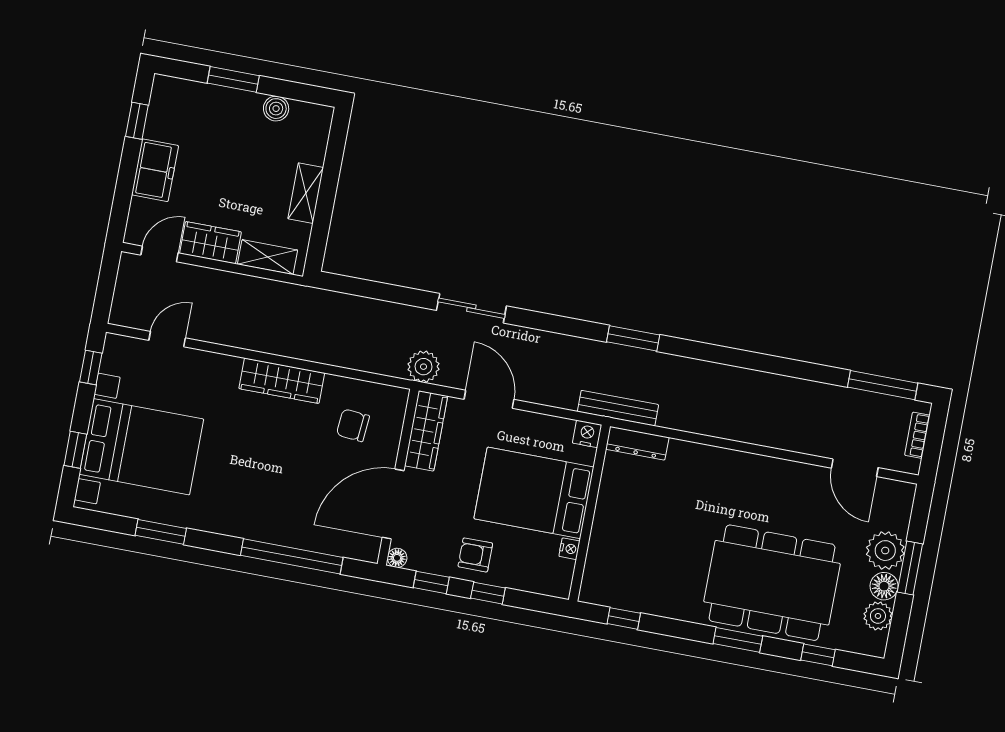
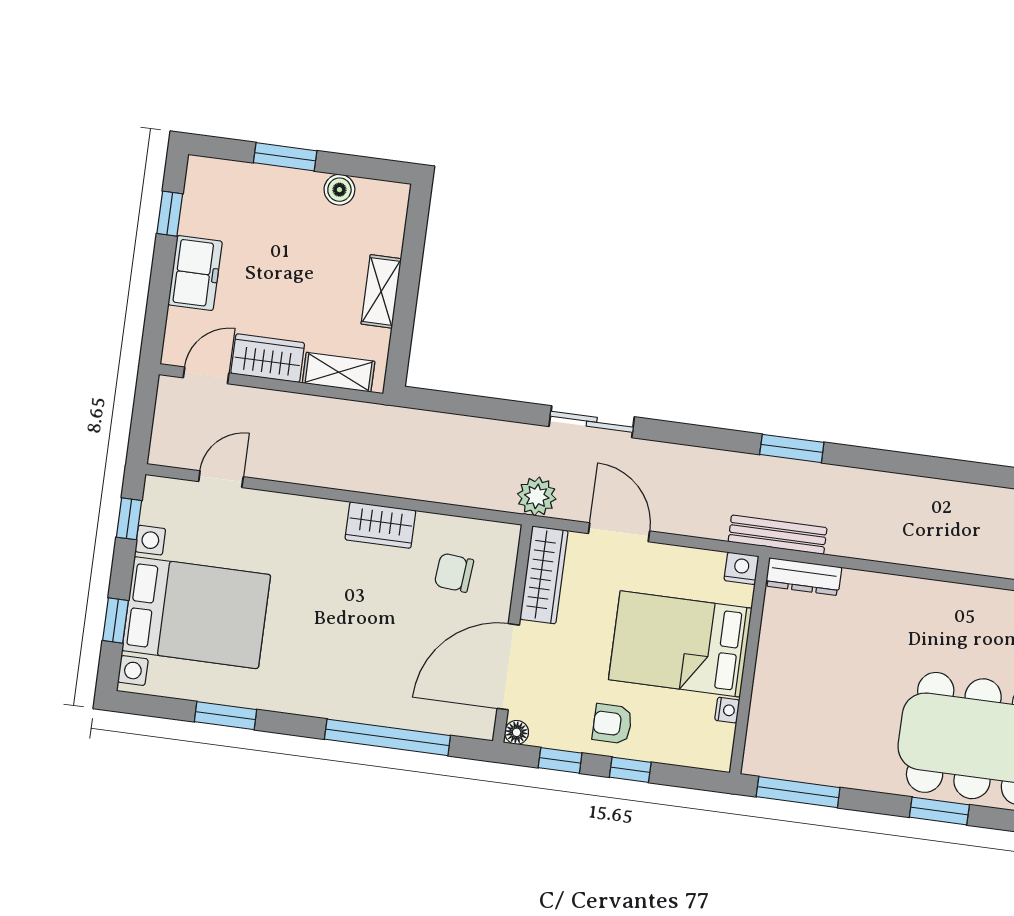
wardrobe: (282, 381) -> (380, 525), width x0.67
window: (624, 618) -> (798, 792), width x2.17

